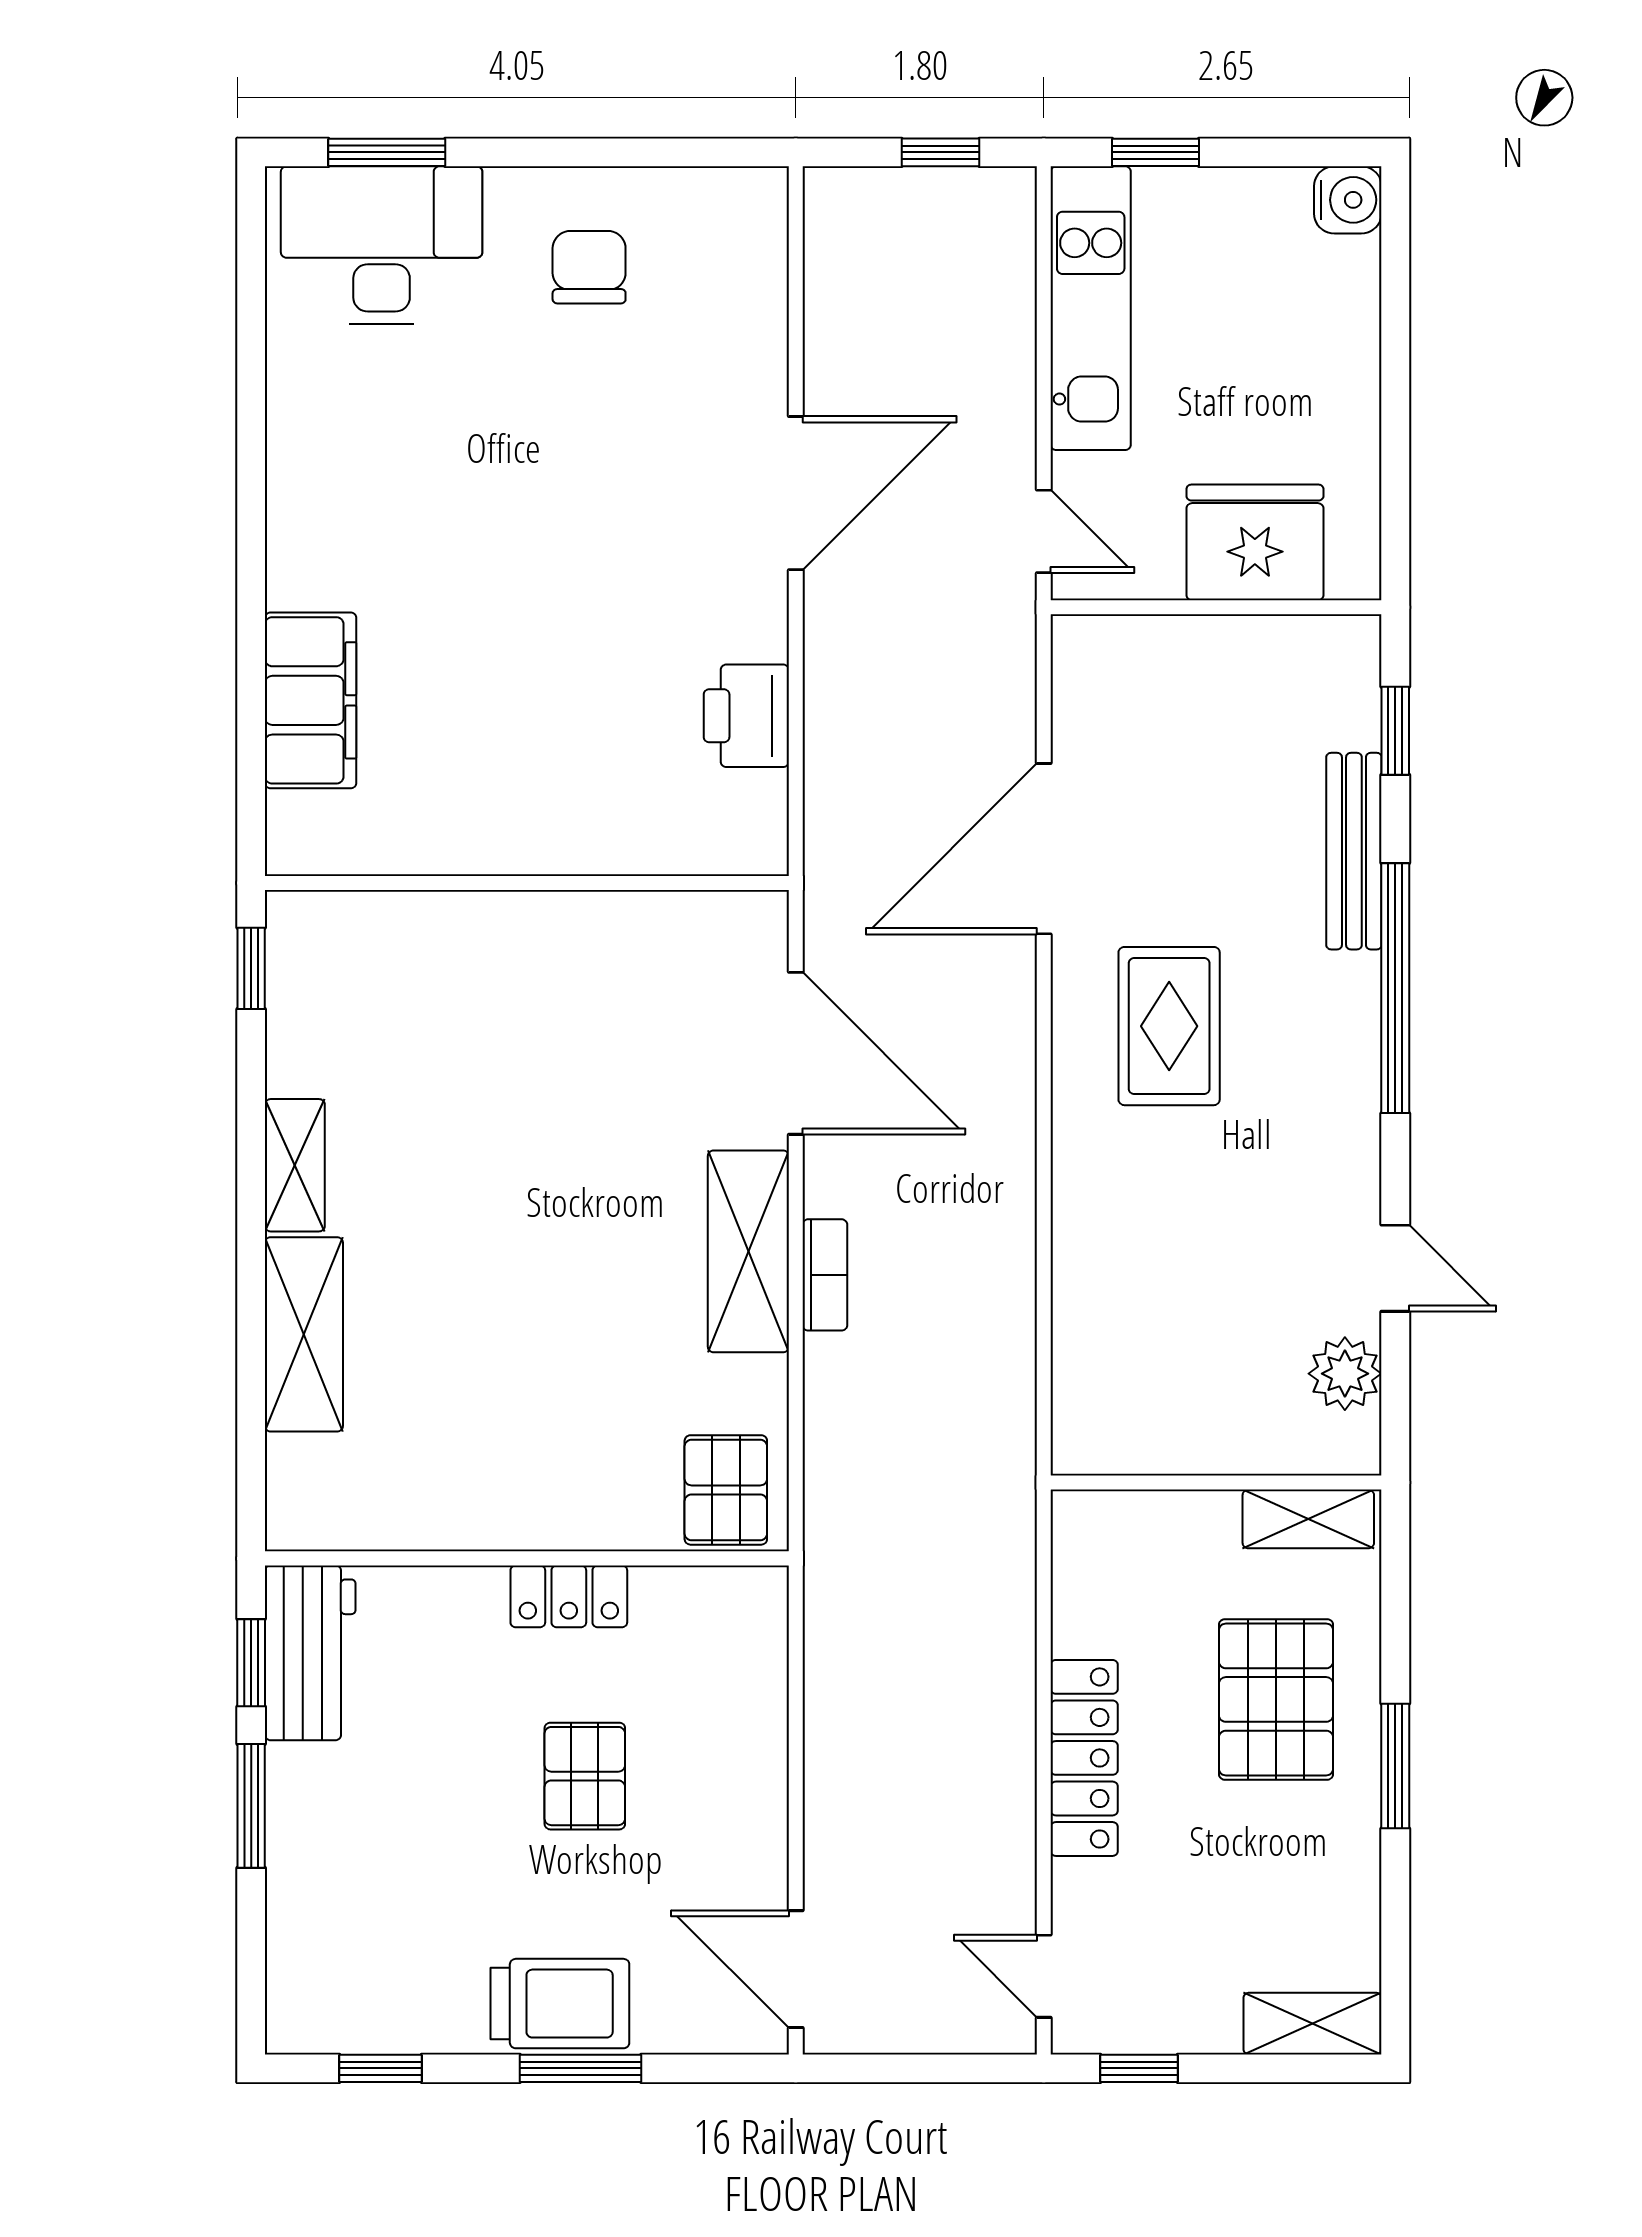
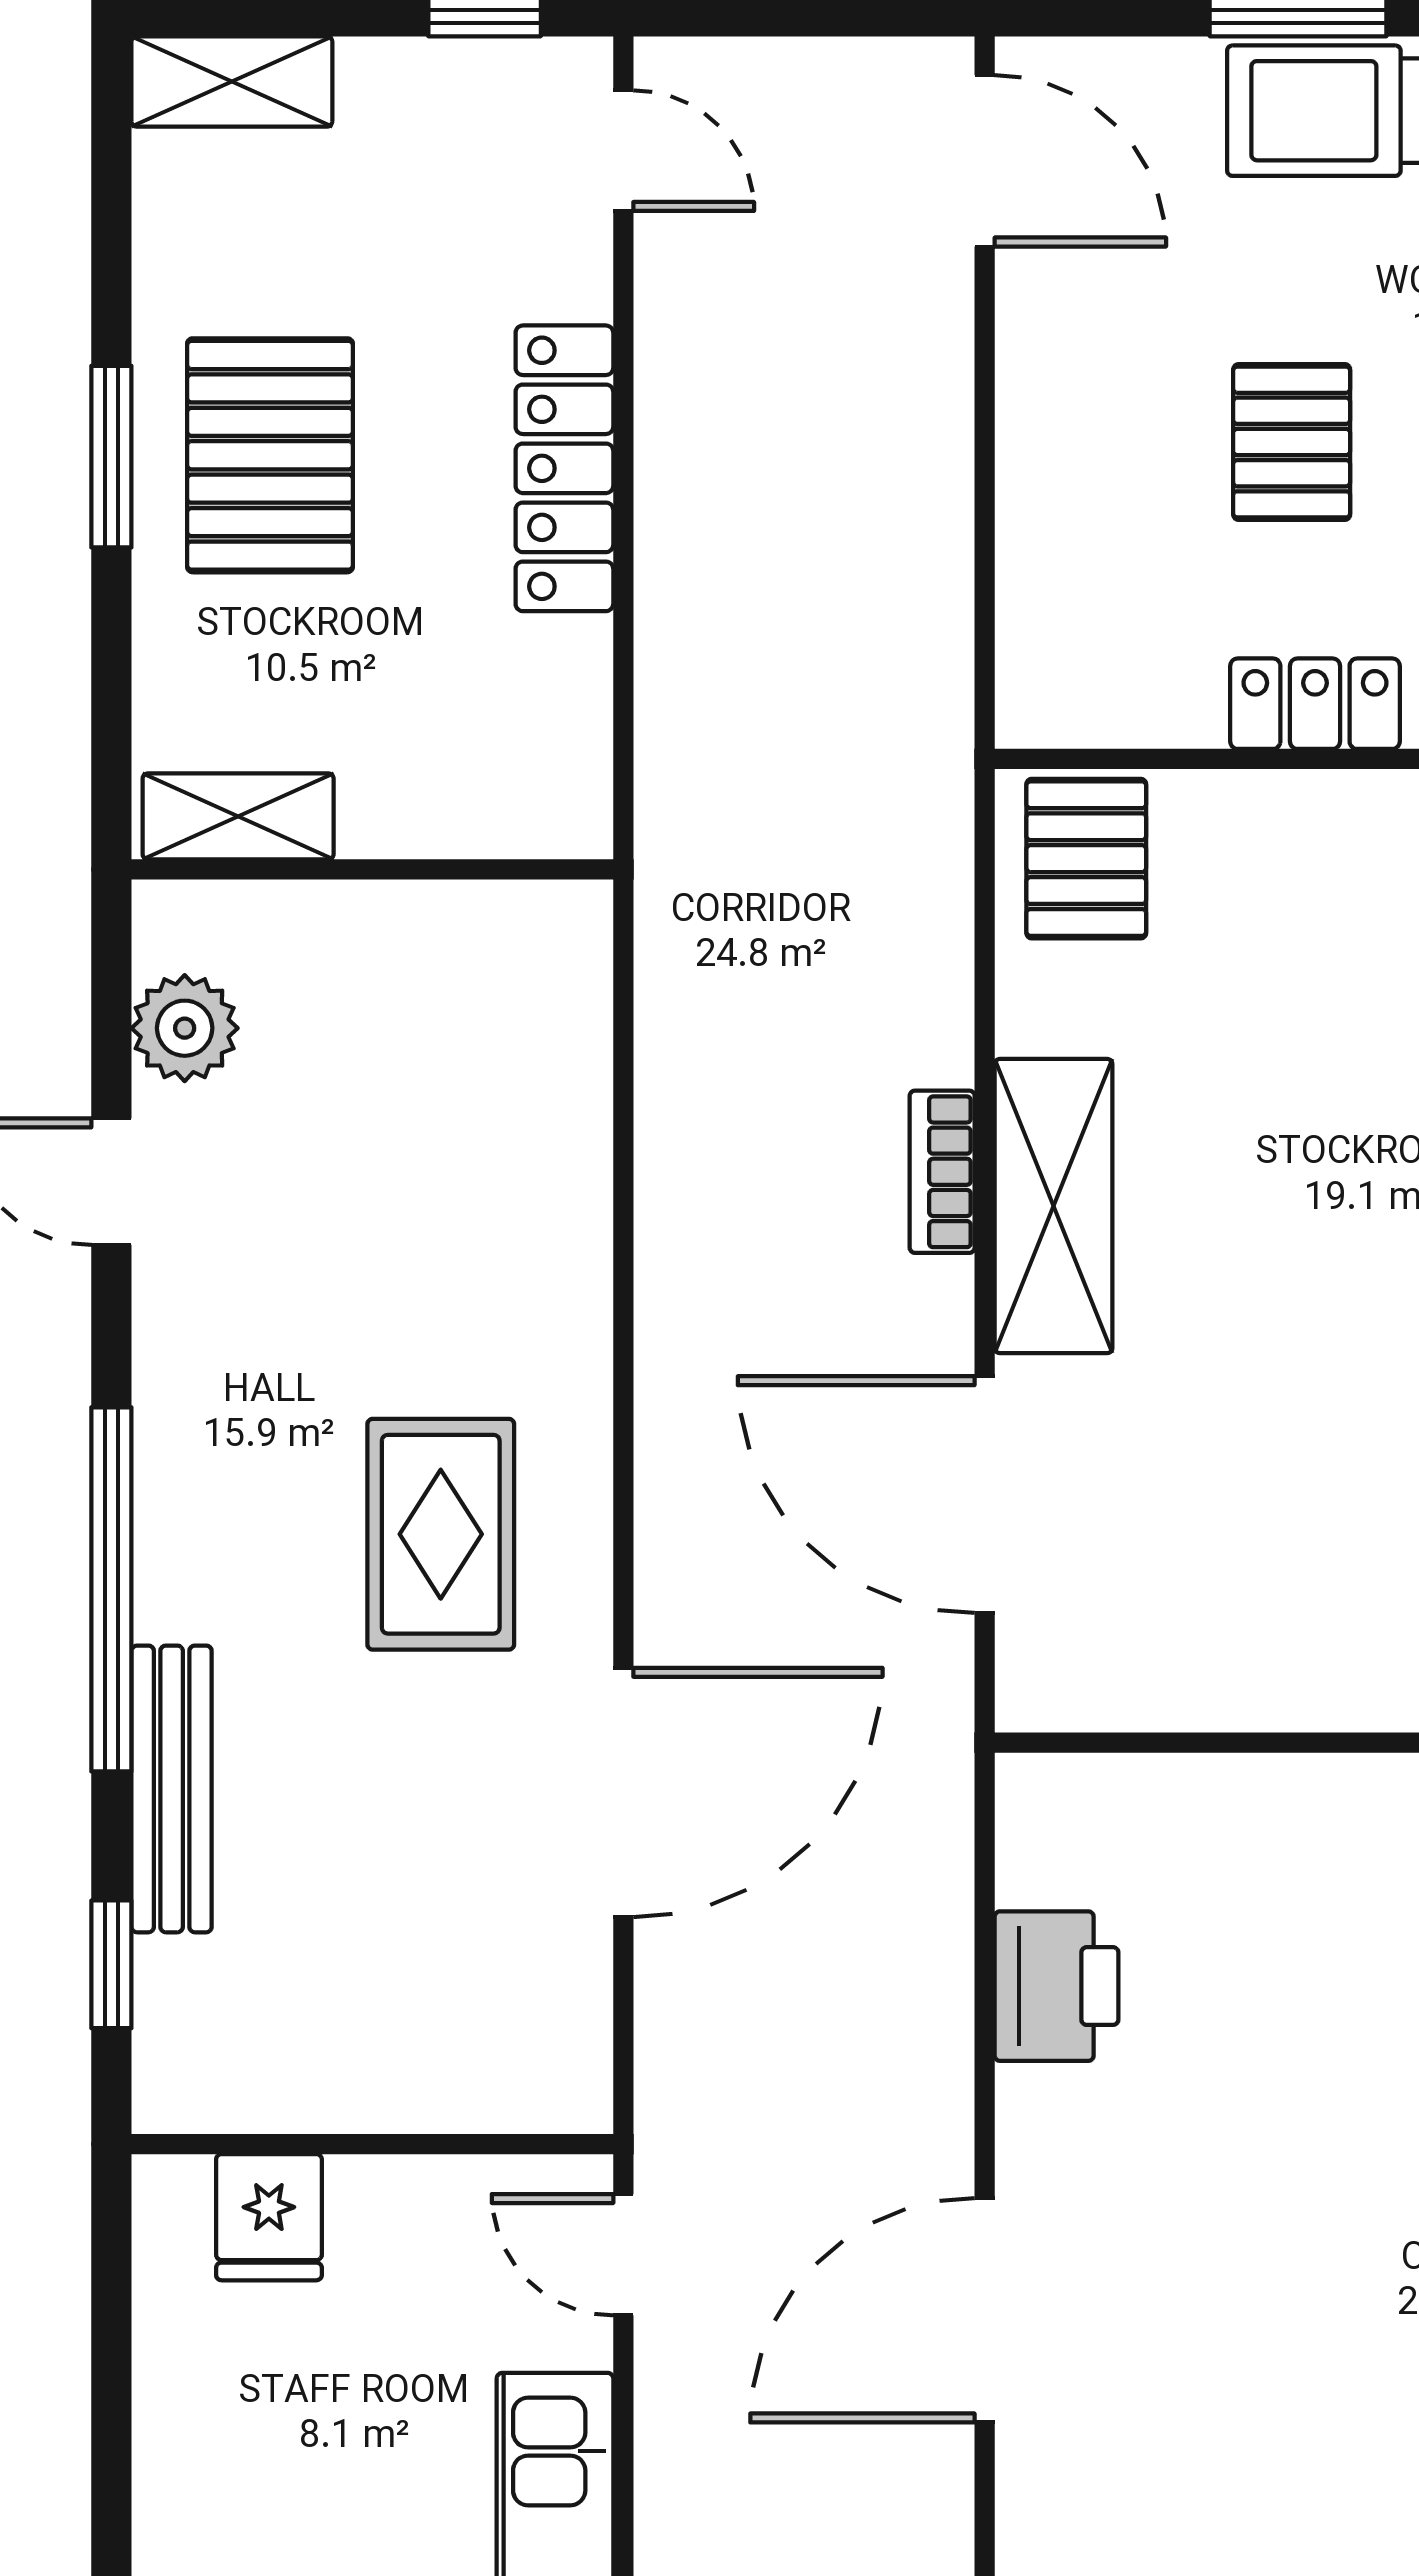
fridge: (1255, 542) -> (269, 2217), width x0.53, depth x0.75
pallet: (1276, 1699) -> (270, 455), moved

